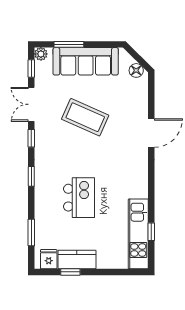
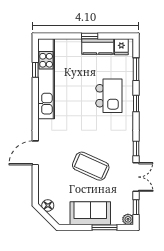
sofa: (86, 61) -> (90, 213), width x0.73
window: (31, 176) -> (136, 104), moved
kitchen island: (79, 198) -> (109, 96), moved, turned 180
kitchen unit: (138, 234) -> (46, 79), width x1.36
window: (70, 272) -> (90, 36), moved

